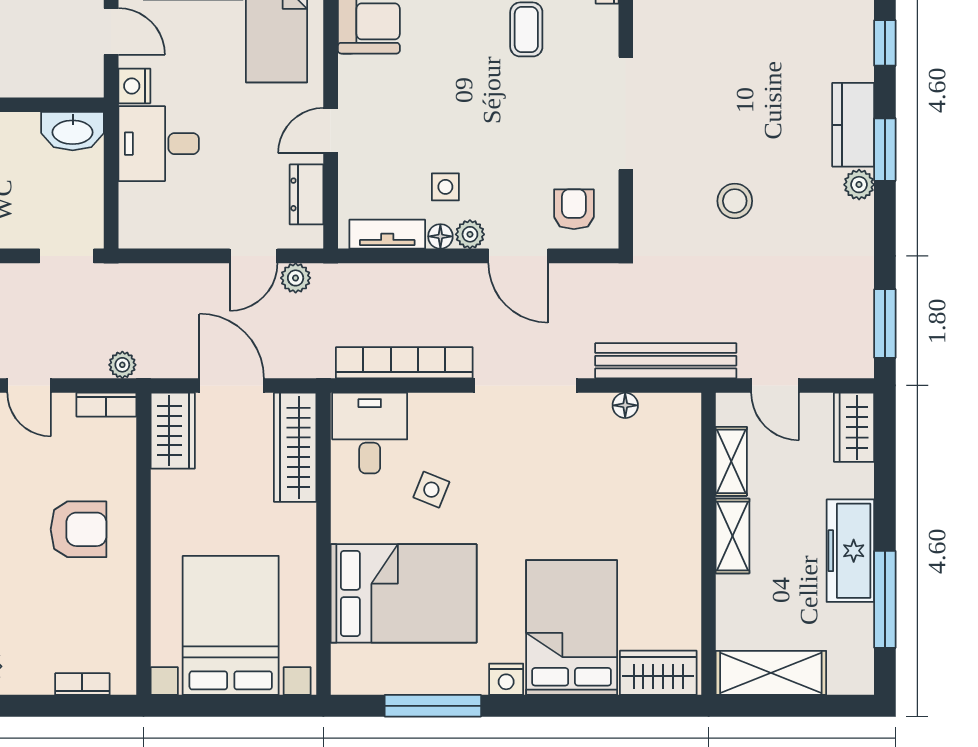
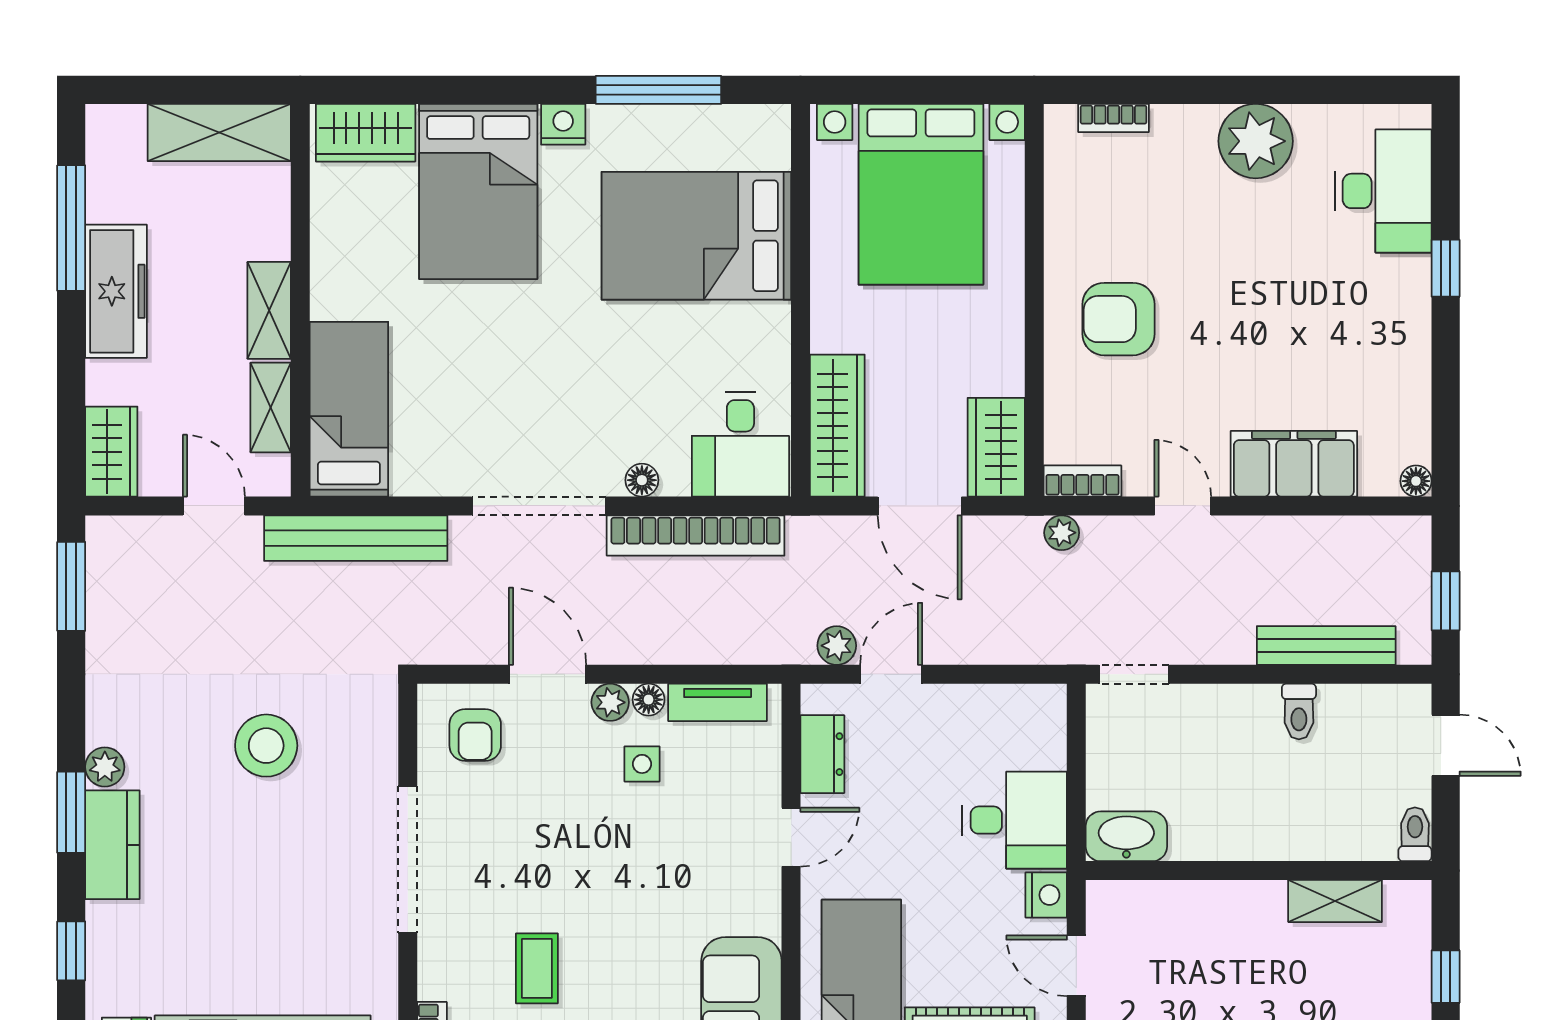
stool: (735, 201) -> (266, 746), width x1.38, depth x1.38
floor lamp: (625, 405) -> (642, 480), moved
bed: (671, 460) -> (349, 409), added
side table: (431, 490) -> (660, 371), removed

